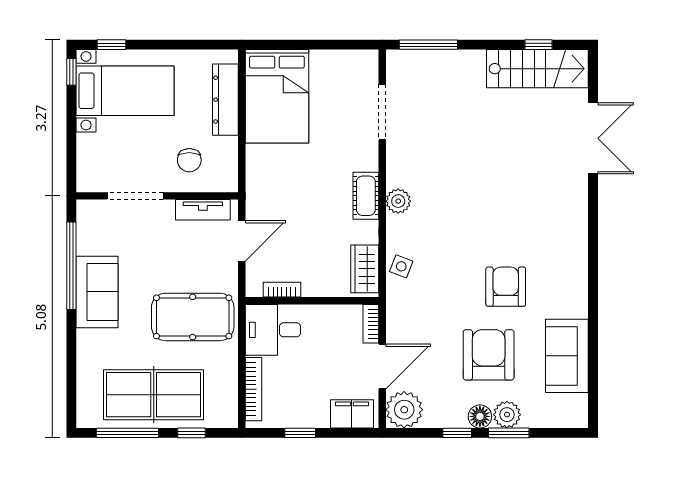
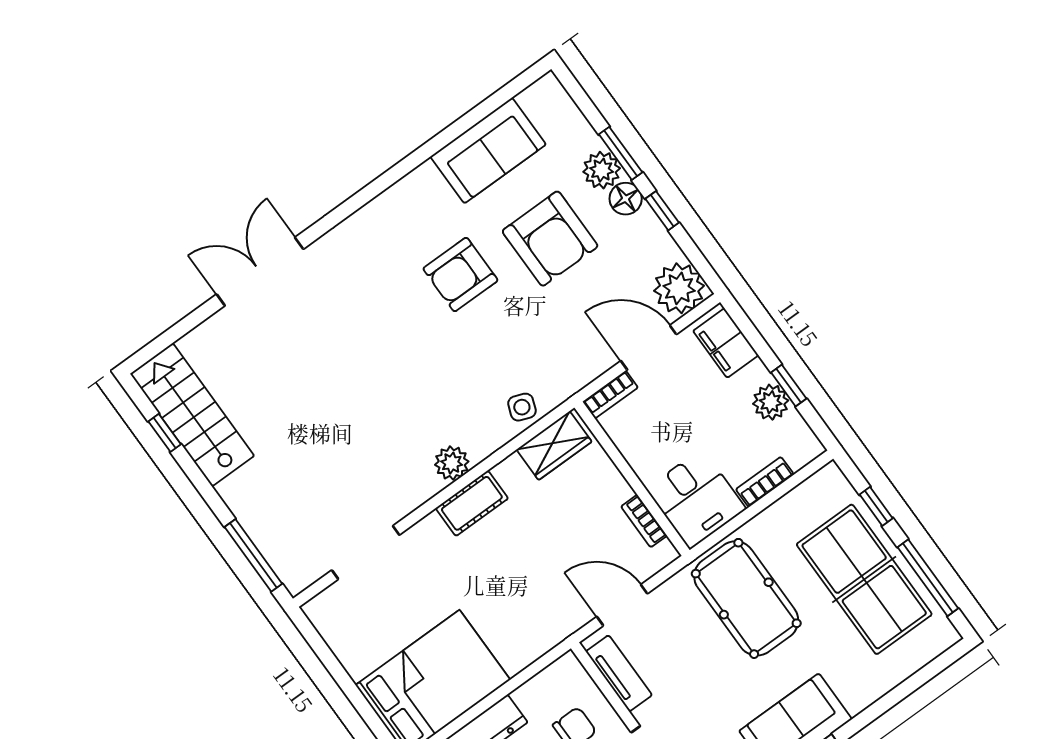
double door: (593, 138) -> (260, 272), moved
armchair: (489, 355) -> (550, 239), turned -90
bookcase: (253, 389) -> (765, 482), width x0.64
plant: (298, 415) -> (771, 402), added

